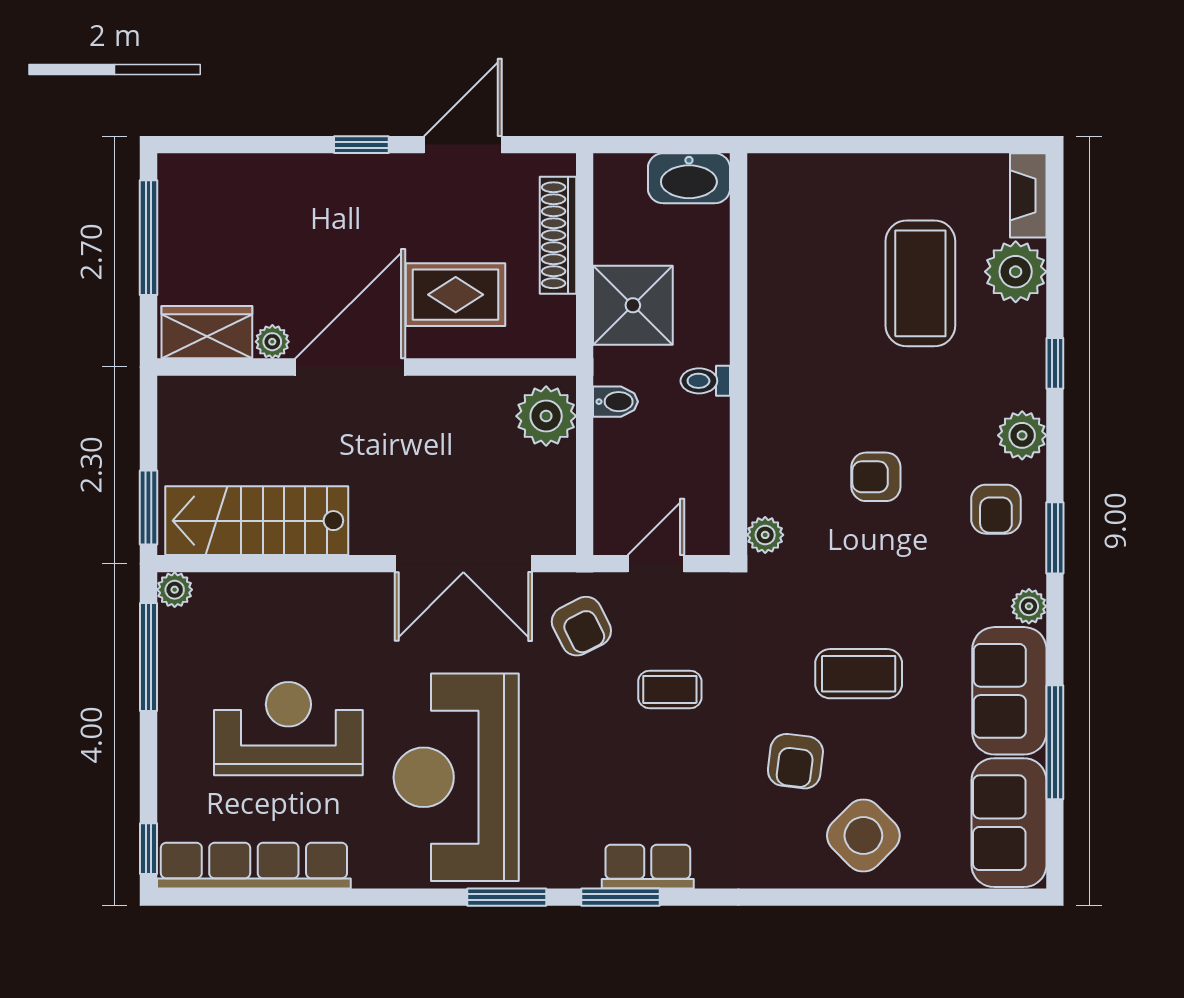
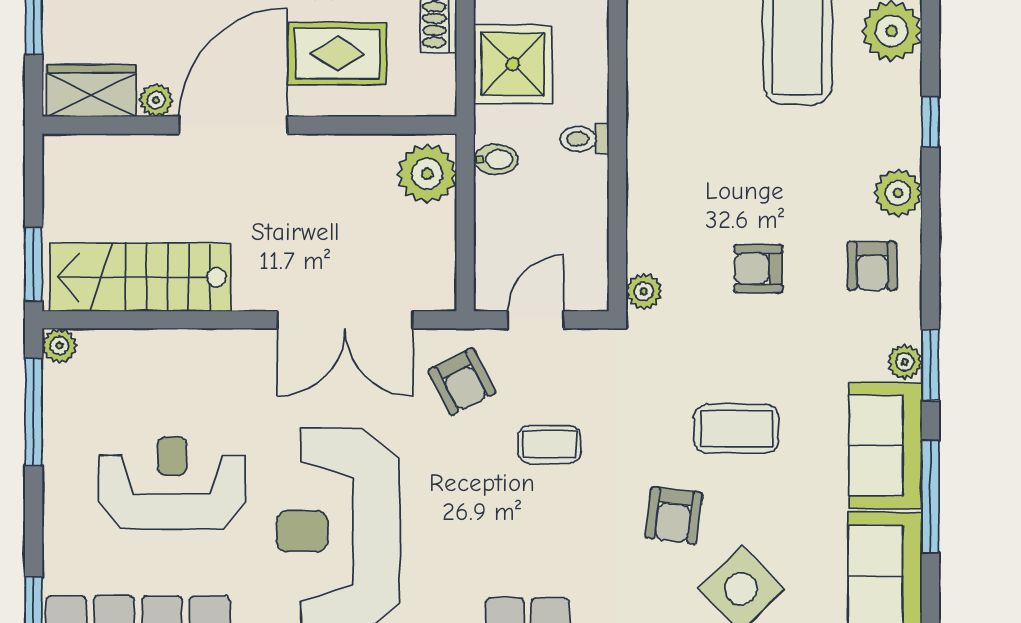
armchair: (876, 477) -> (758, 269), moved
window: (1055, 538) -> (930, 365), moved

